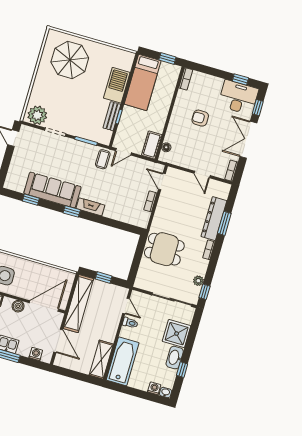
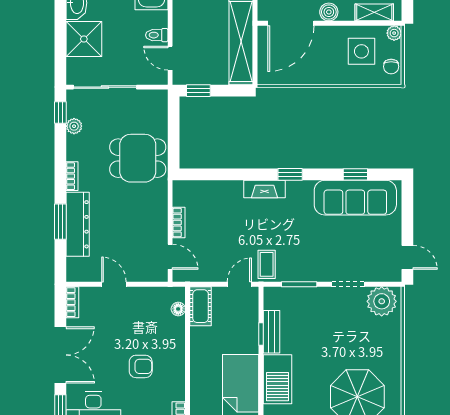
sofa: (52, 190) -> (355, 198), moved
window: (104, 278) -> (198, 91), moved

